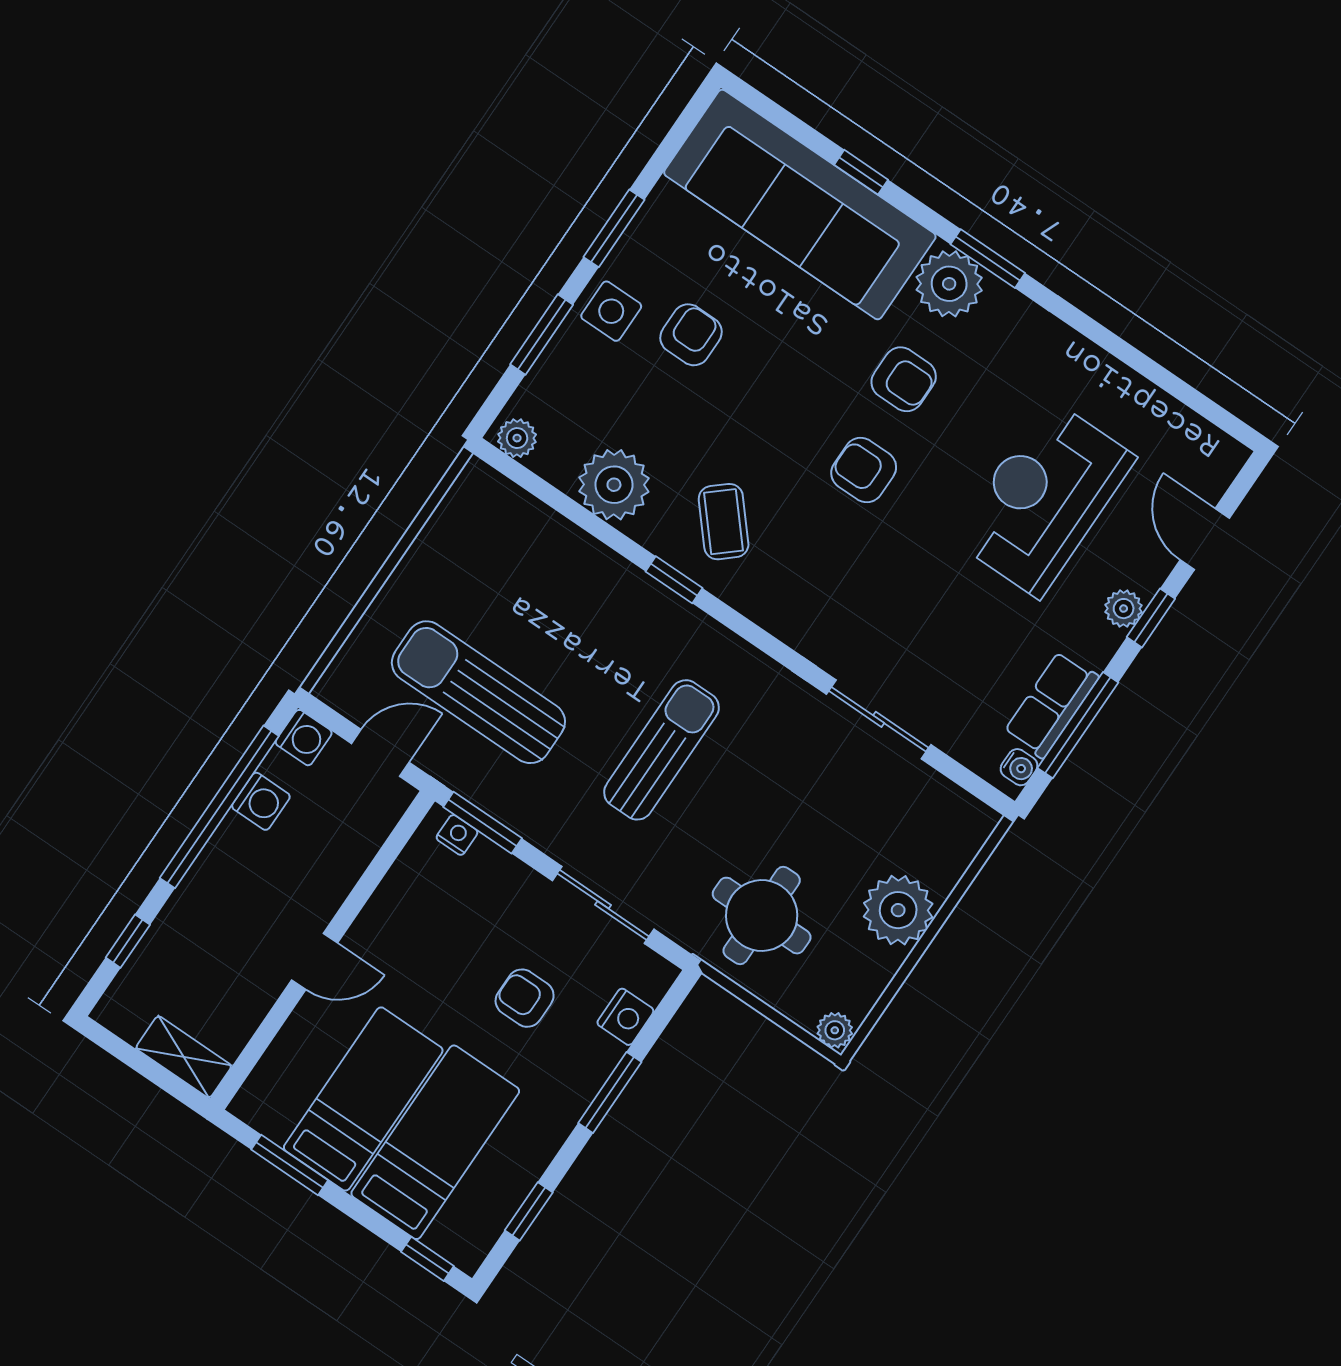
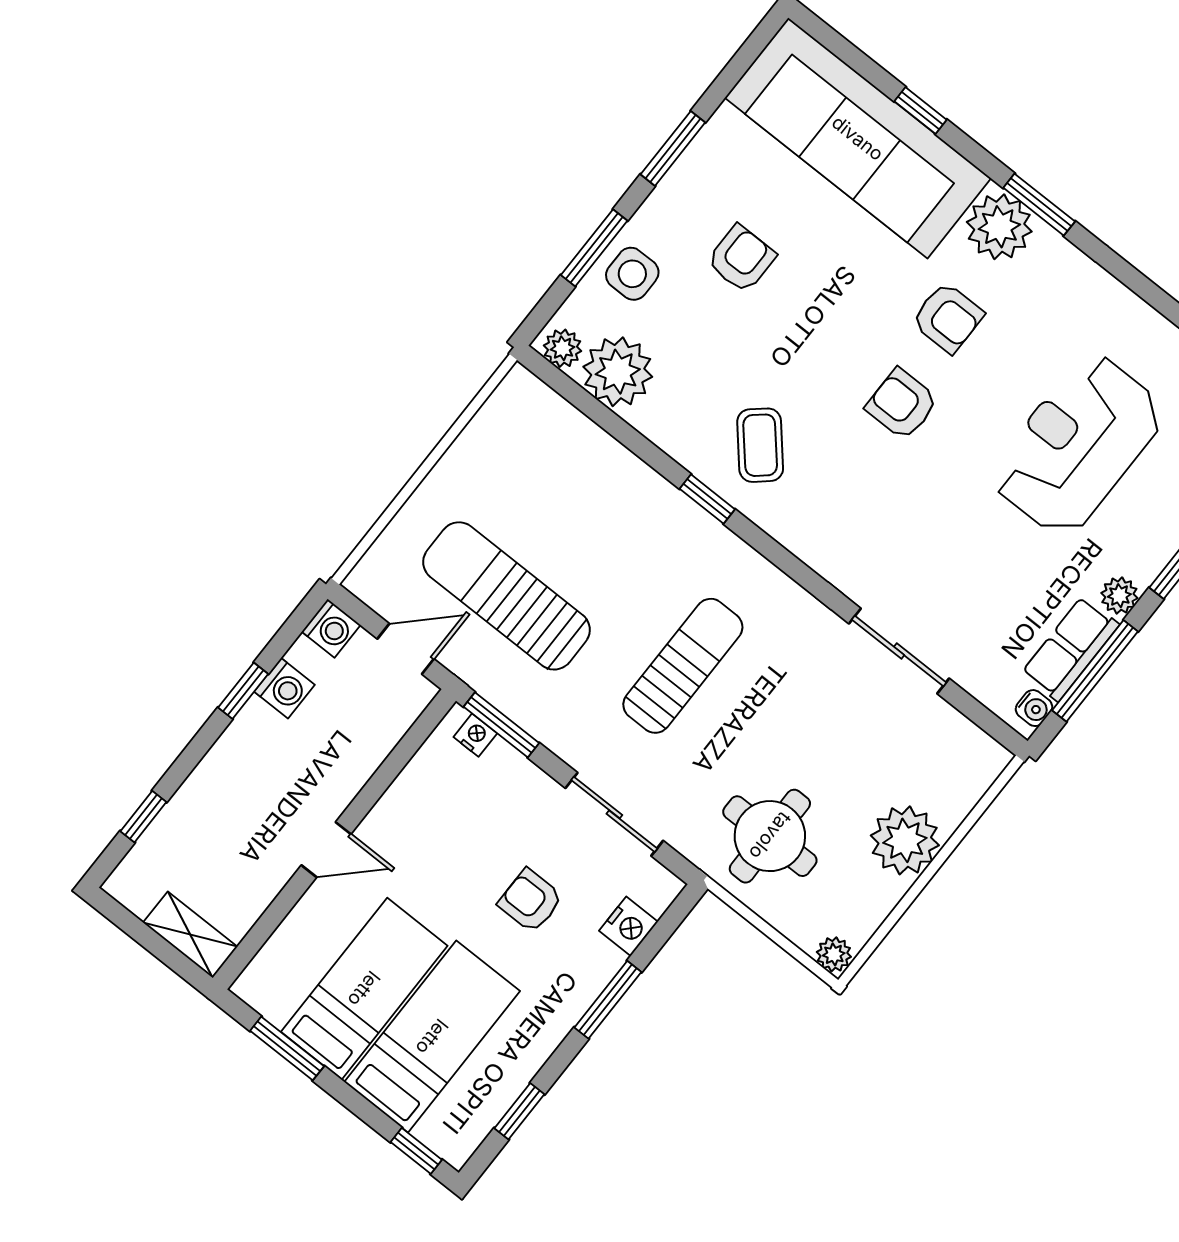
side table: (611, 311) -> (632, 274), moved
plant: (614, 485) -> (618, 372), moved
plant: (1124, 609) -> (1119, 596), moved
window: (219, 807) -> (243, 691), width x0.32

